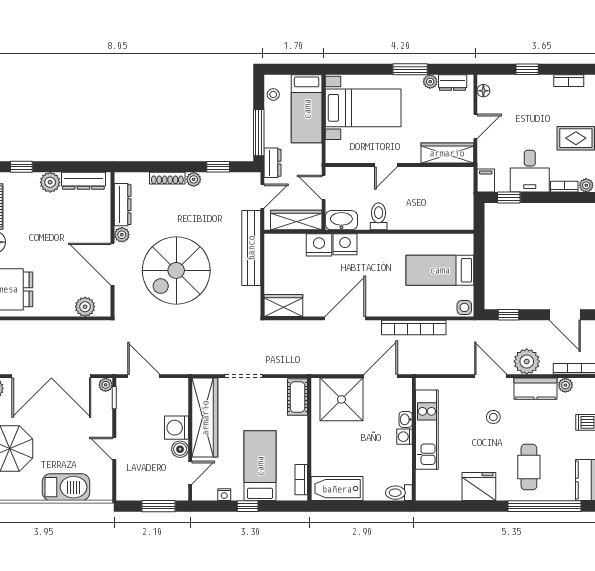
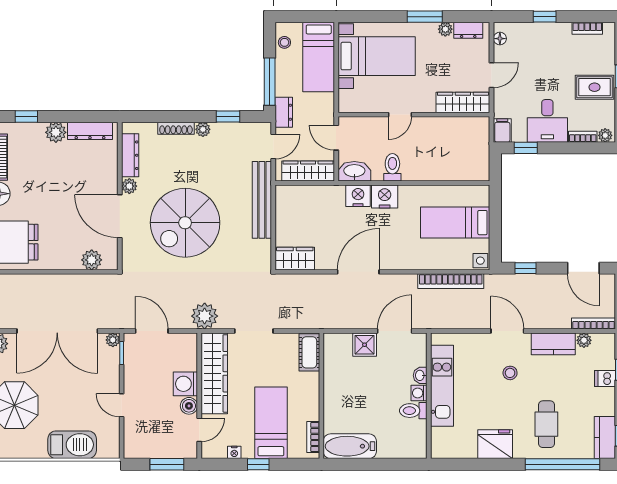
nightstand: (319, 245) -> (385, 197), moved
bookcase: (414, 328) -> (451, 281), moved
plant: (527, 361) -> (205, 316), moved
shower: (341, 399) -> (365, 345), width x0.54, depth x0.54
toilet: (399, 493) -> (413, 411), moved

